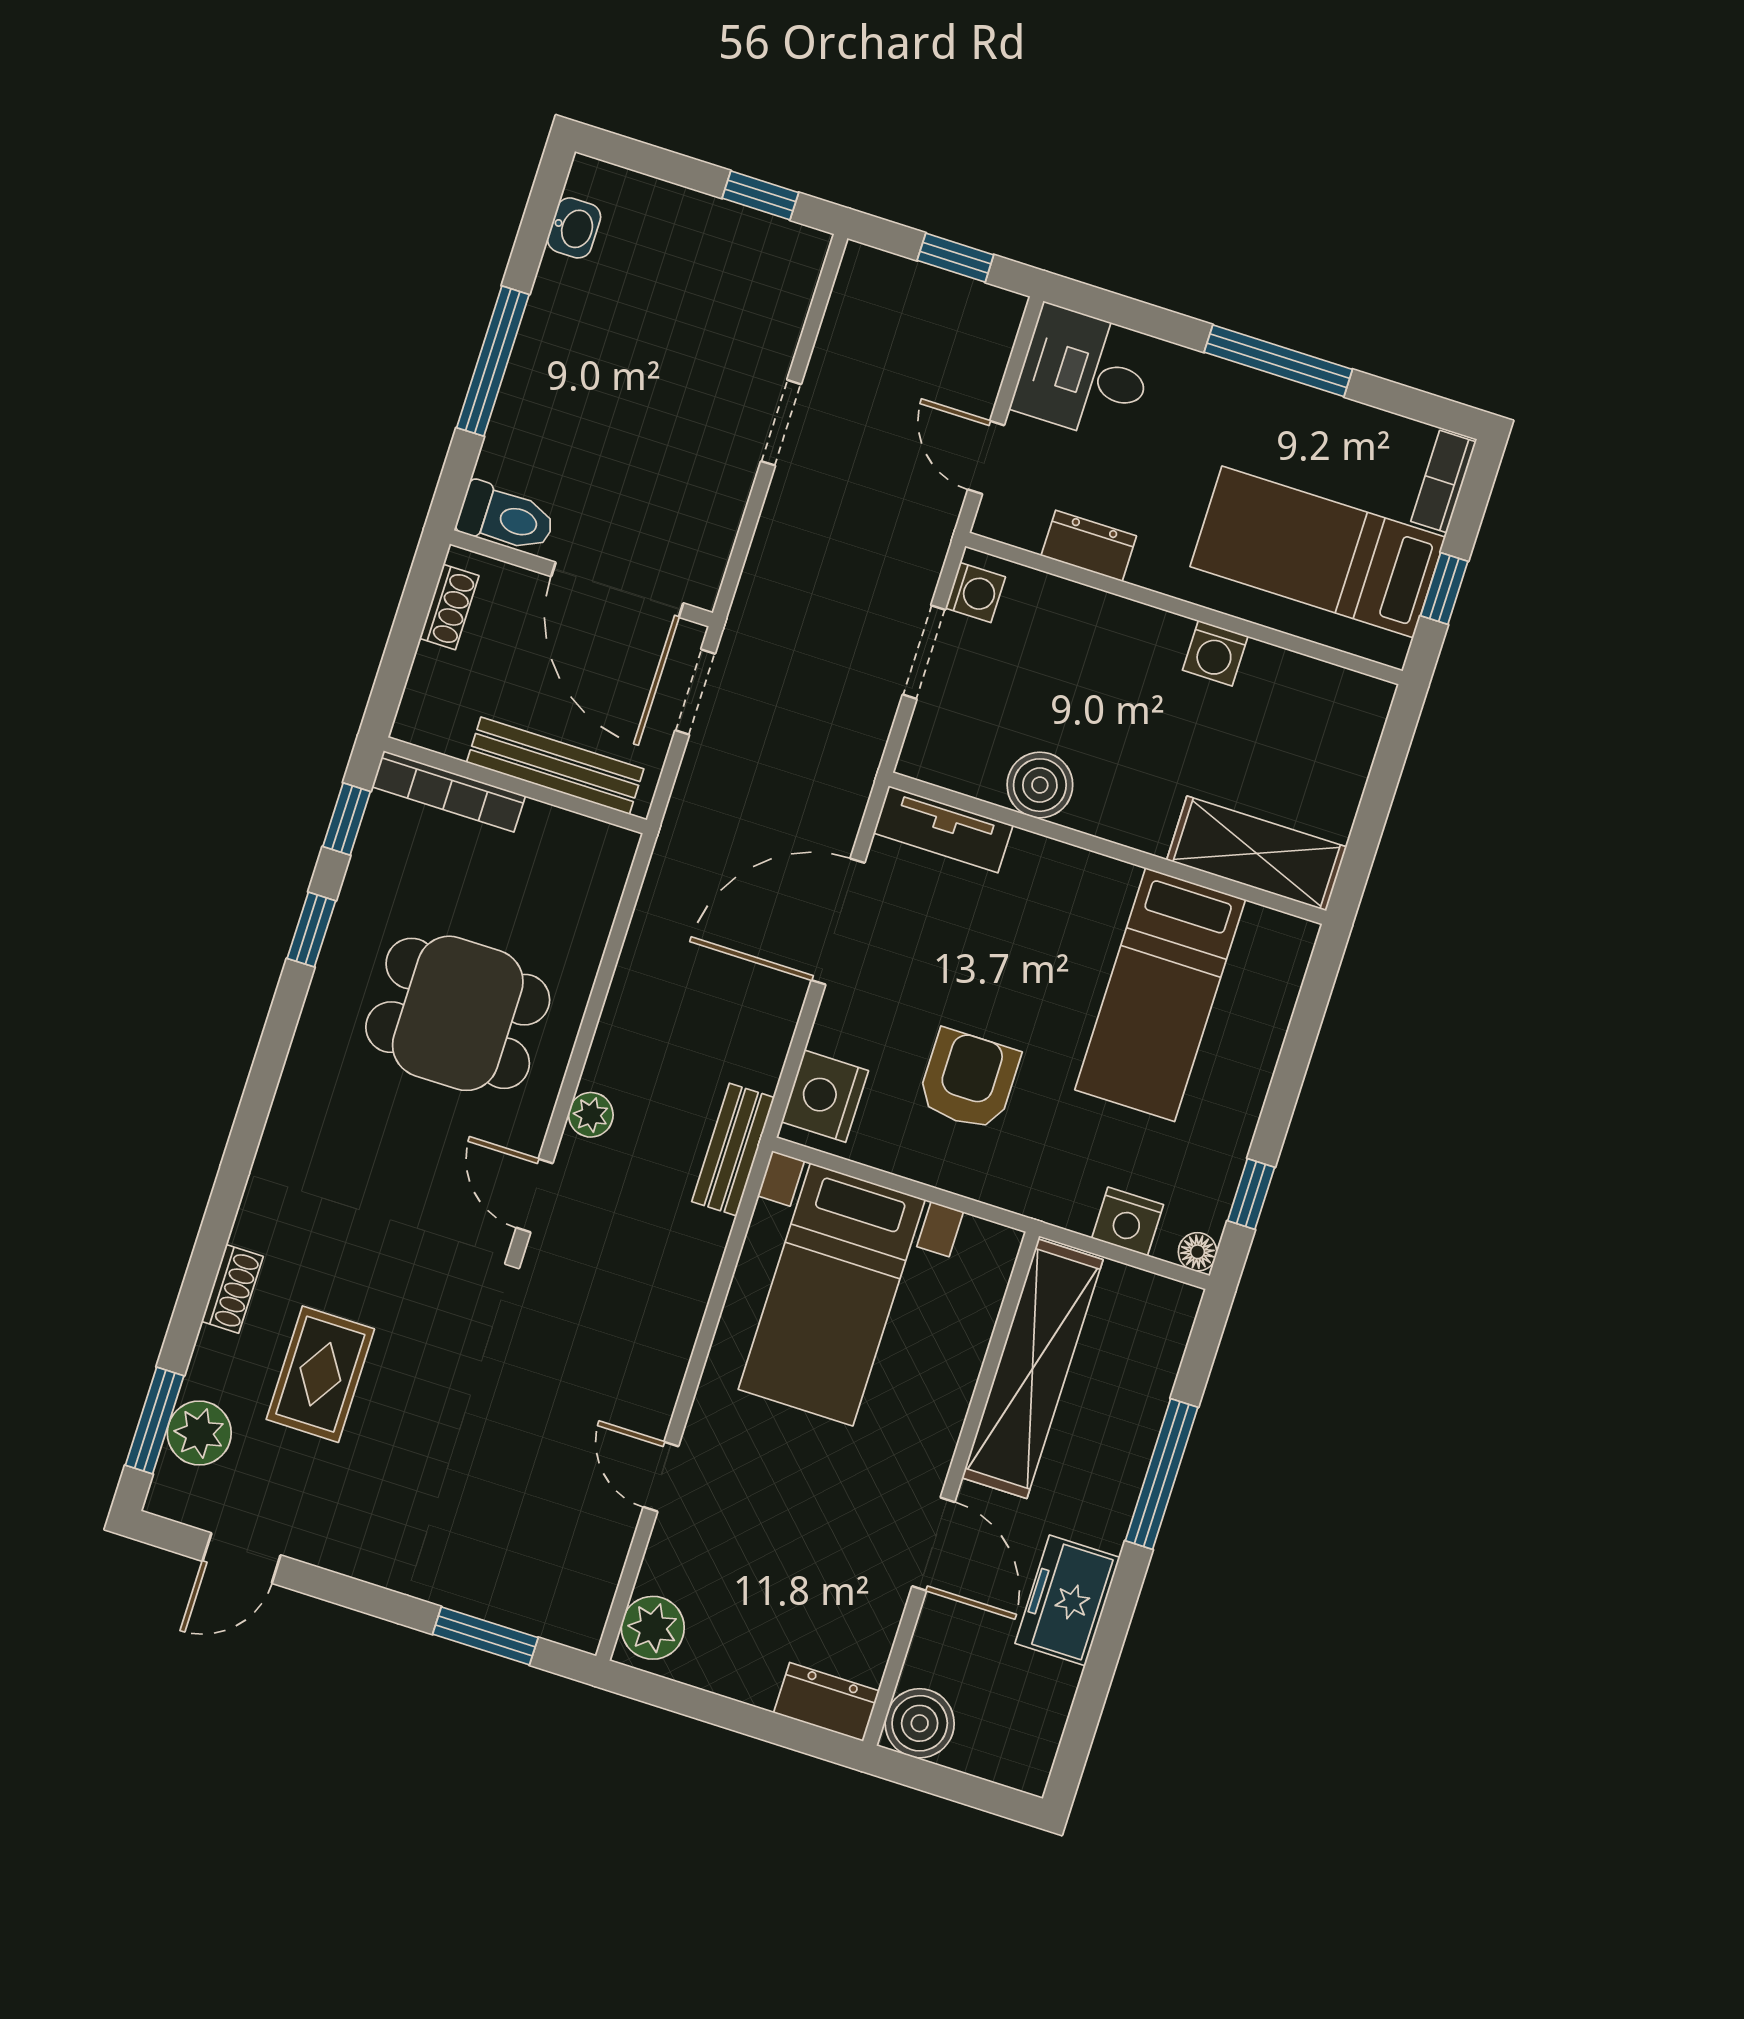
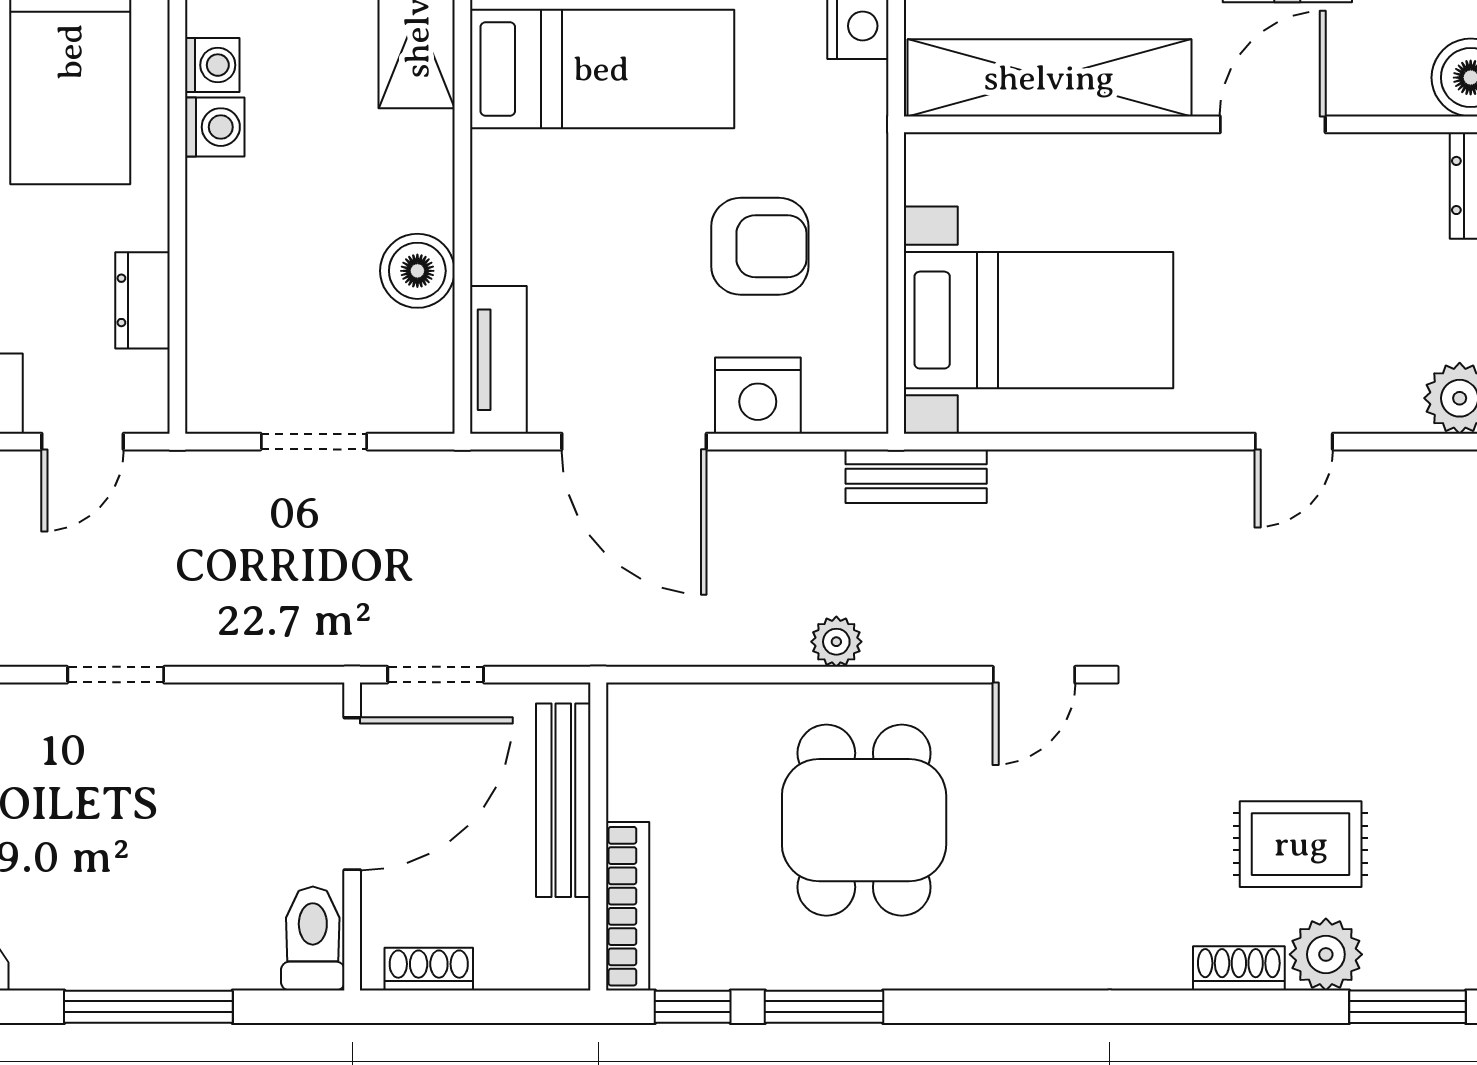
washing machine: (975, 593) -> (212, 65), moved, turned 90
window: (311, 930) -> (824, 1007), width x1.50
armchair: (969, 1080) -> (760, 246), turned 180
nightstand: (825, 1096) -> (758, 396), moved
plant: (591, 1115) -> (836, 642), moved
plant: (199, 1433) -> (1326, 954), moved

